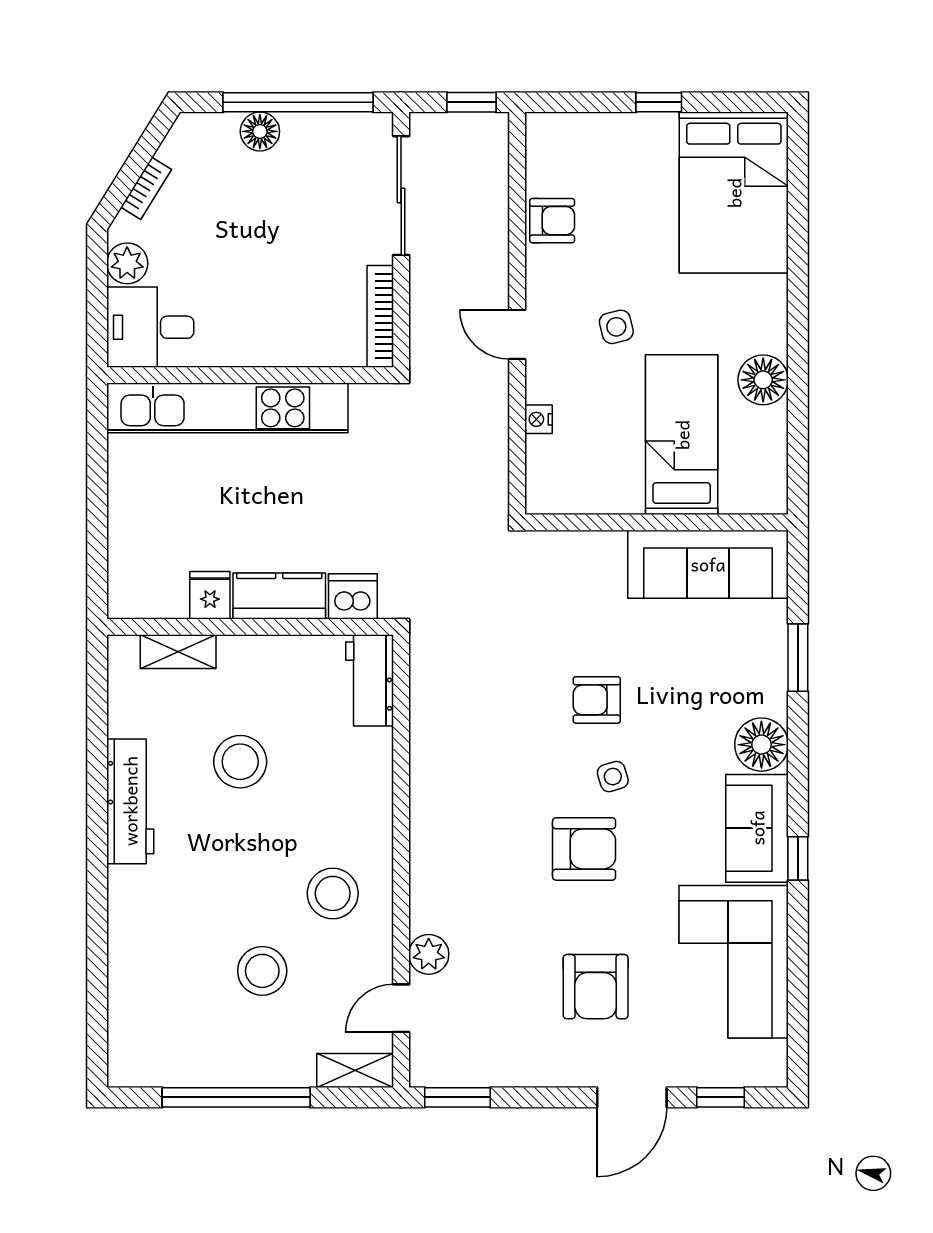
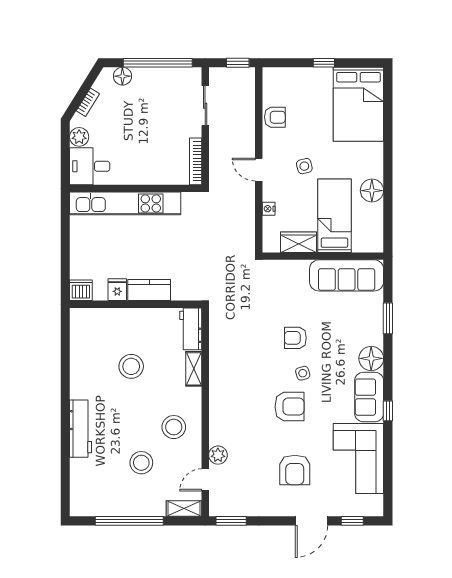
floor lamp: (260, 131) -> (122, 76), moved
sliding door: (401, 196) -> (205, 106), width x0.73
wardrobe: (604, 492) -> (299, 242), added
dishwasher: (353, 596) -> (81, 290), moved
shelving: (178, 652) -> (194, 369), moved, turned 90
workbench: (130, 801) -> (81, 429), moved

